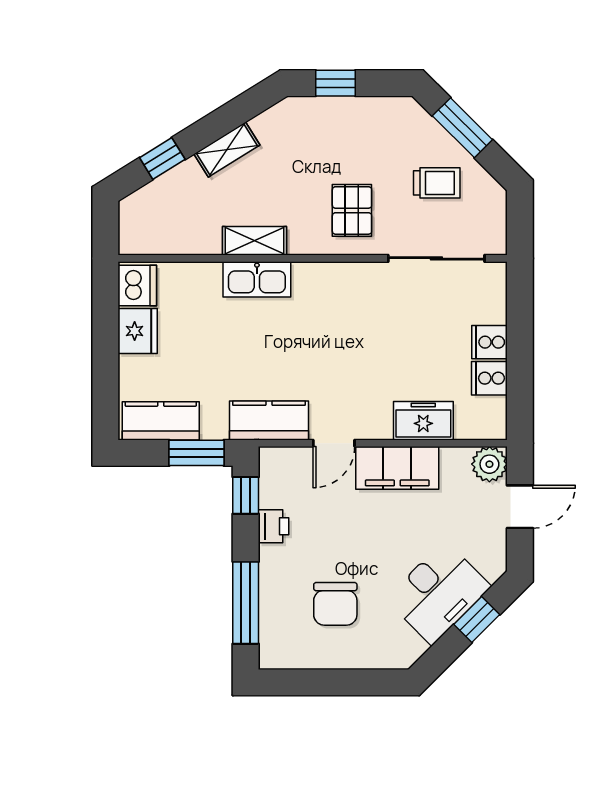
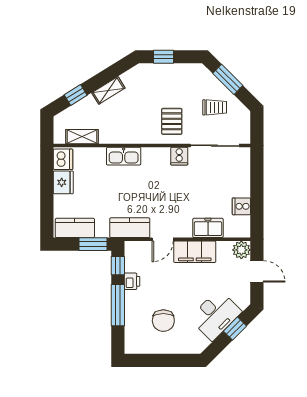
shelving: (254, 241) -> (82, 137), moved
cooker: (490, 342) -> (179, 156), moved, turned -90
door: (520, 507) -> (257, 271), hinge flipped
window: (246, 603) -> (118, 305), moved

